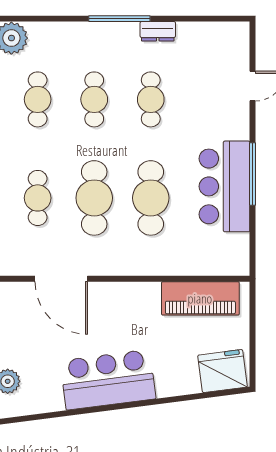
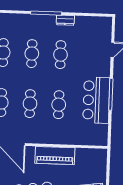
cafe table: (94, 198) -> (30, 104), width x0.73, depth x0.74
cafe table: (151, 198) -> (59, 105), width x0.73, depth x0.74
piano: (200, 298) -> (55, 156), moved

